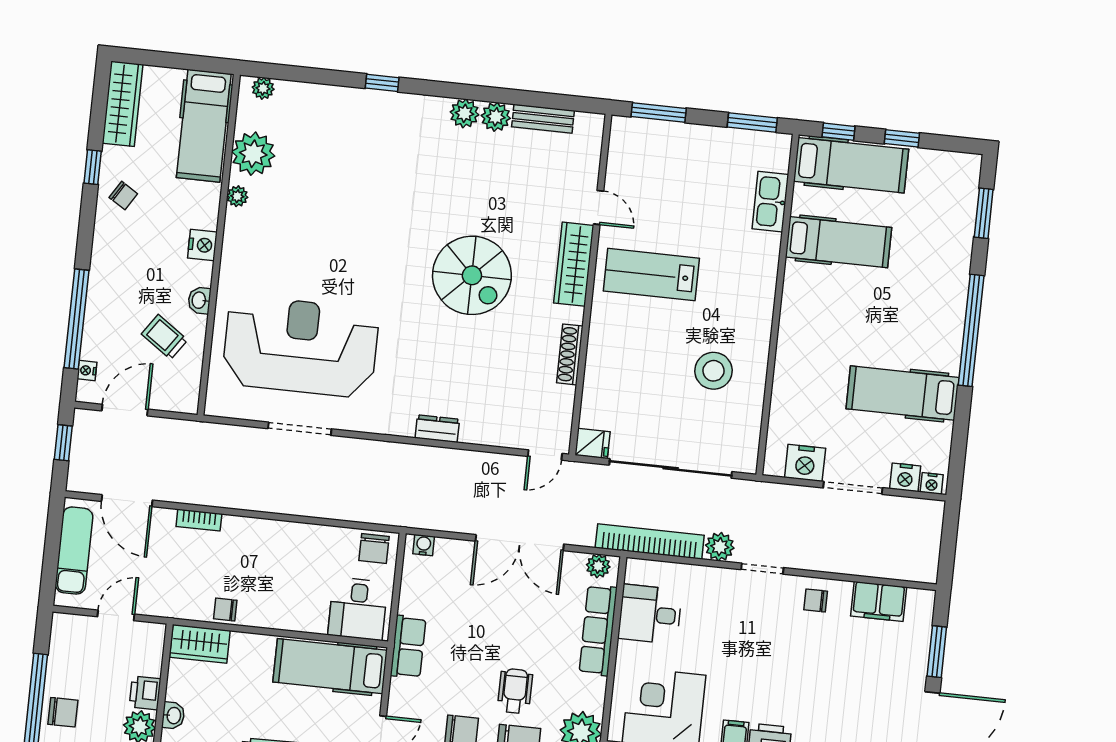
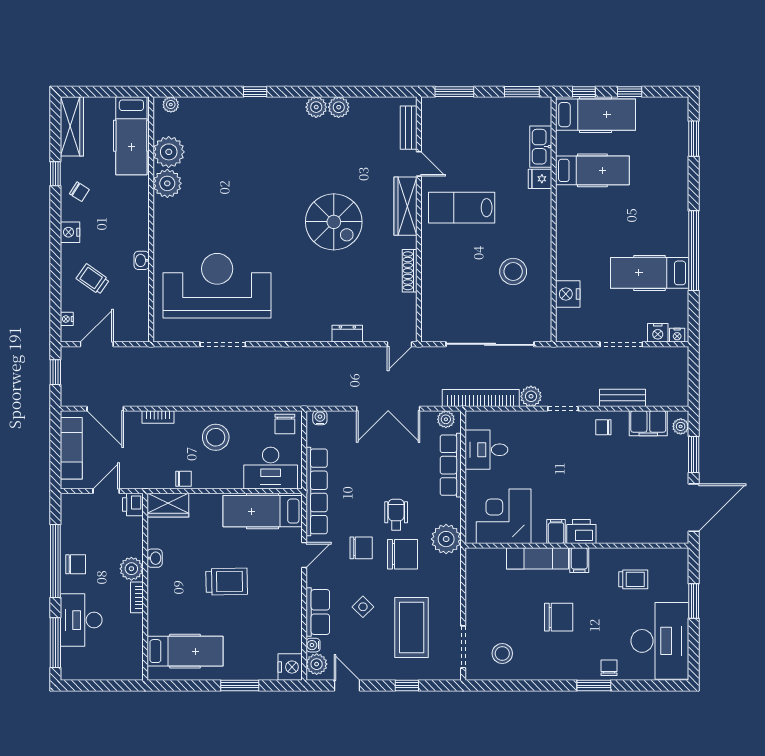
bench: (543, 119) -> (409, 128), moved, turned 90
plant: (237, 196) -> (167, 183), width x1.88, depth x1.88
nightstand: (202, 245) -> (70, 232), moved, turned 180
window: (77, 319) -> (55, 283), removed
window: (971, 330) -> (694, 251), moved
trolley: (164, 337) -> (93, 279), moved
dresser: (437, 429) -> (347, 334), moved
fridge: (592, 443) -> (540, 179), moved, turned 180
nightstand: (805, 463) -> (568, 294), moved, turned 90
stool: (276, 557) -> (216, 437), added
bench: (847, 562) -> (623, 398), added
desk: (358, 609) -> (271, 468), width x1.37
chair: (225, 610) -> (184, 479), turned 180
plant: (923, 611) -> (681, 426), added
row of seats: (408, 647) -> (317, 491), width x2.02
printer: (145, 693) -> (133, 504), moved

